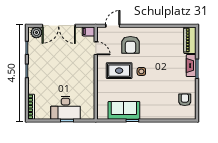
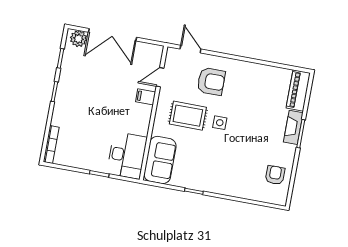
door: (113, 26) -> (190, 49), hinge flipped
filing cabinet: (89, 31) -> (146, 97), moved
armchair: (130, 45) -> (211, 81), turned -90
door: (96, 48) -> (160, 77), swing flipped
desk: (66, 108) -> (127, 155), moved, turned -90
sofa: (124, 110) -> (160, 160), moved, turned 90

